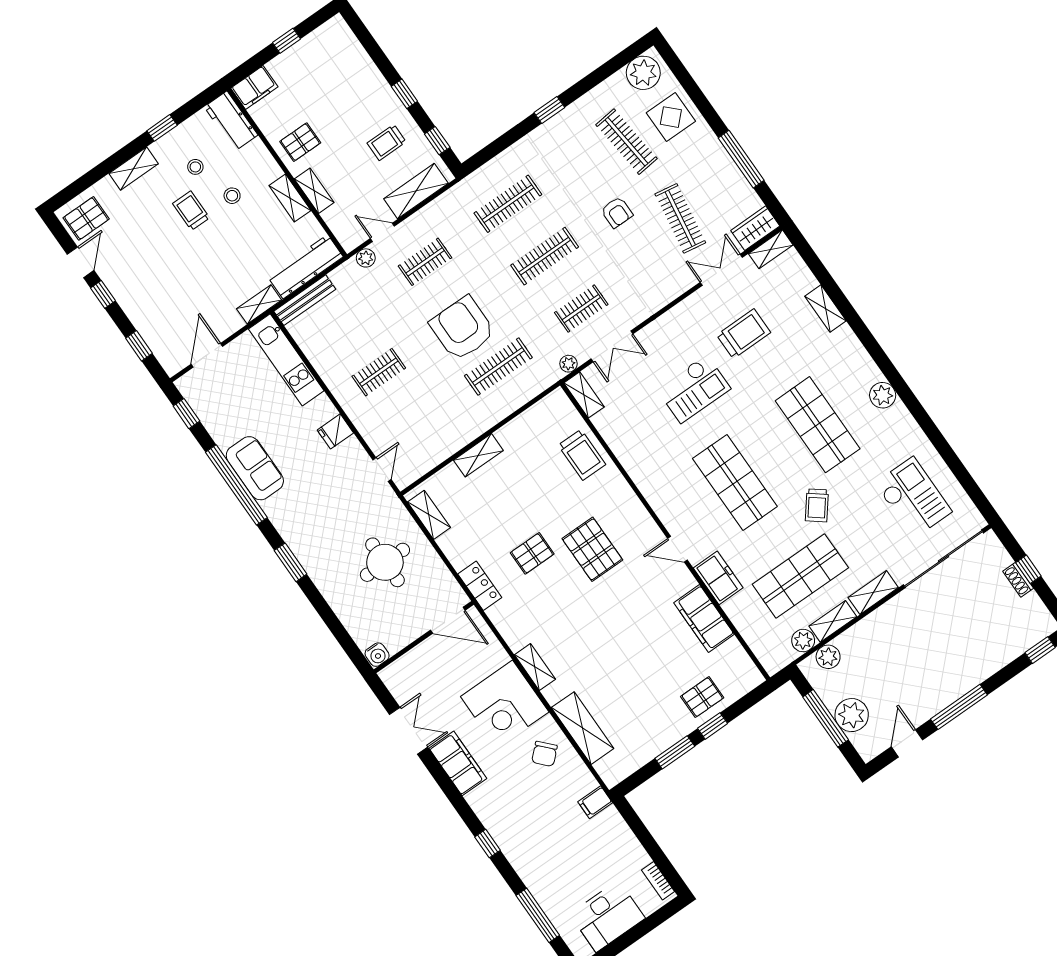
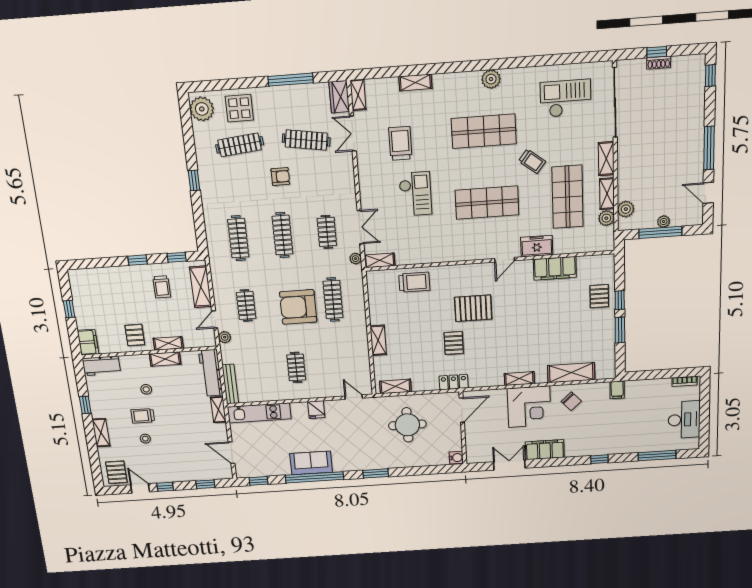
stool: (195, 167) -> (145, 439), moved
plant: (852, 715) -> (664, 222), width x0.53, depth x0.53

